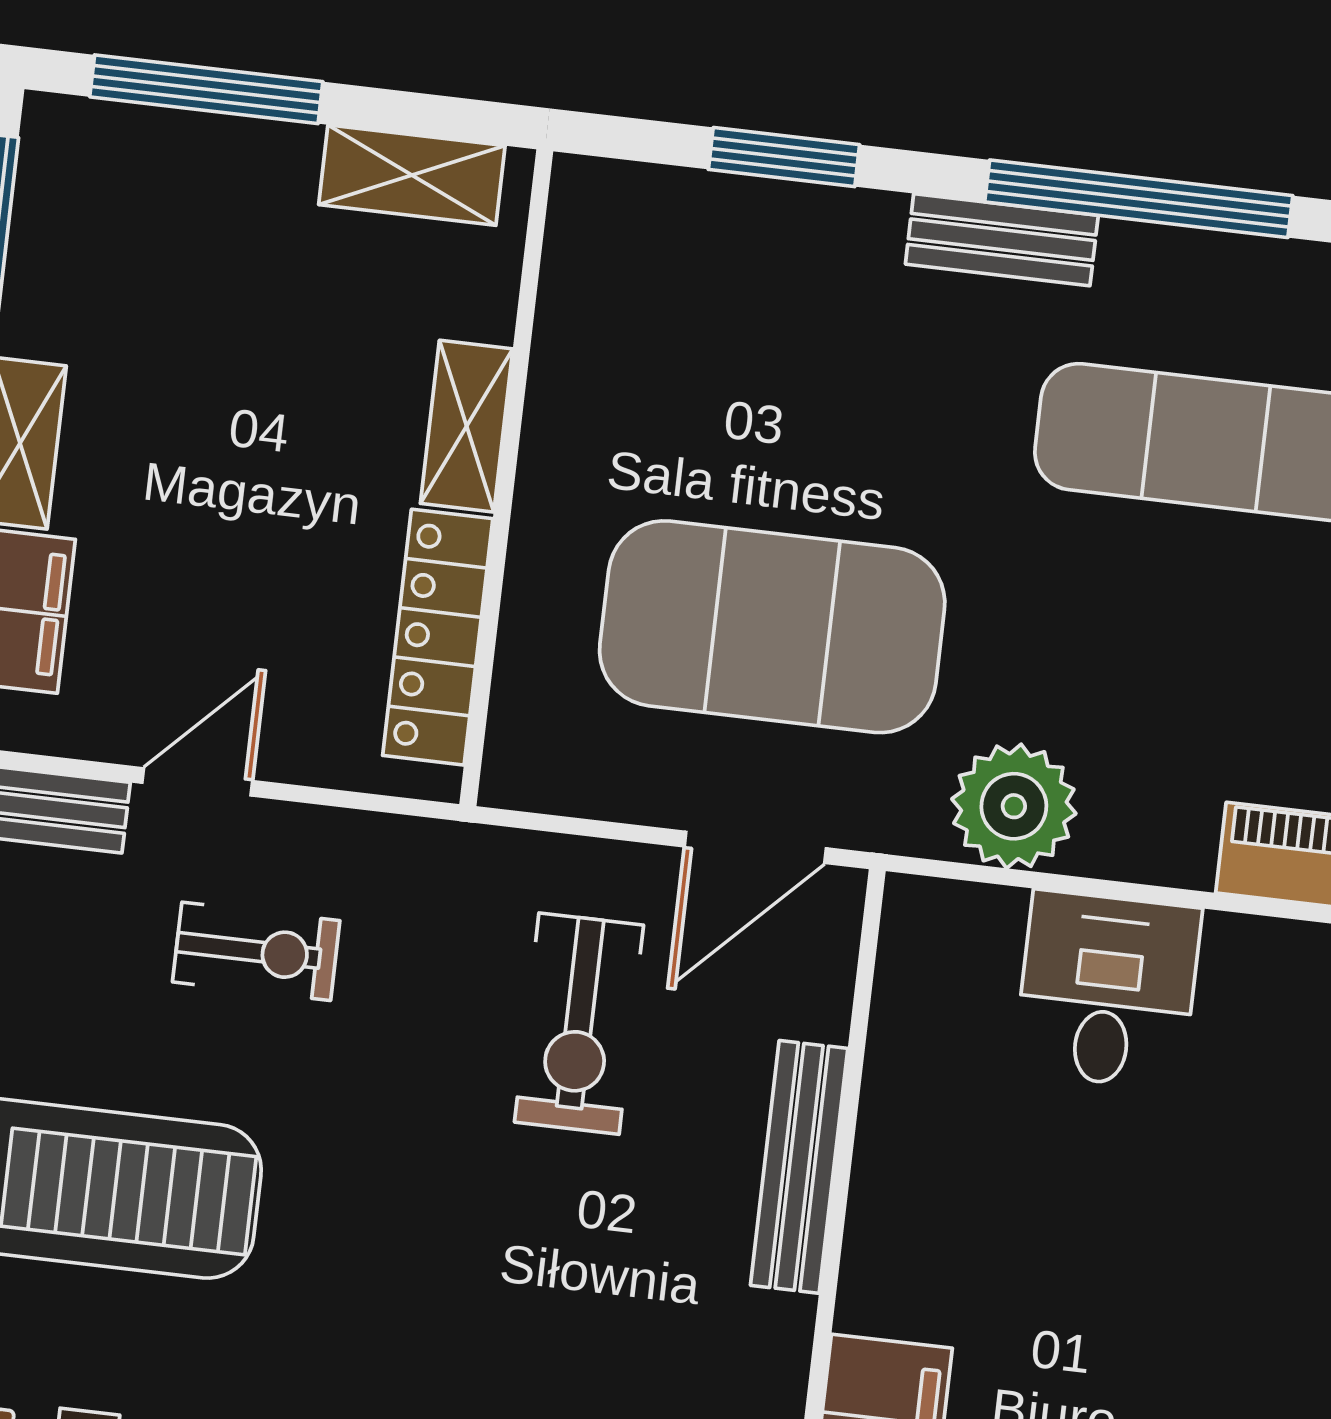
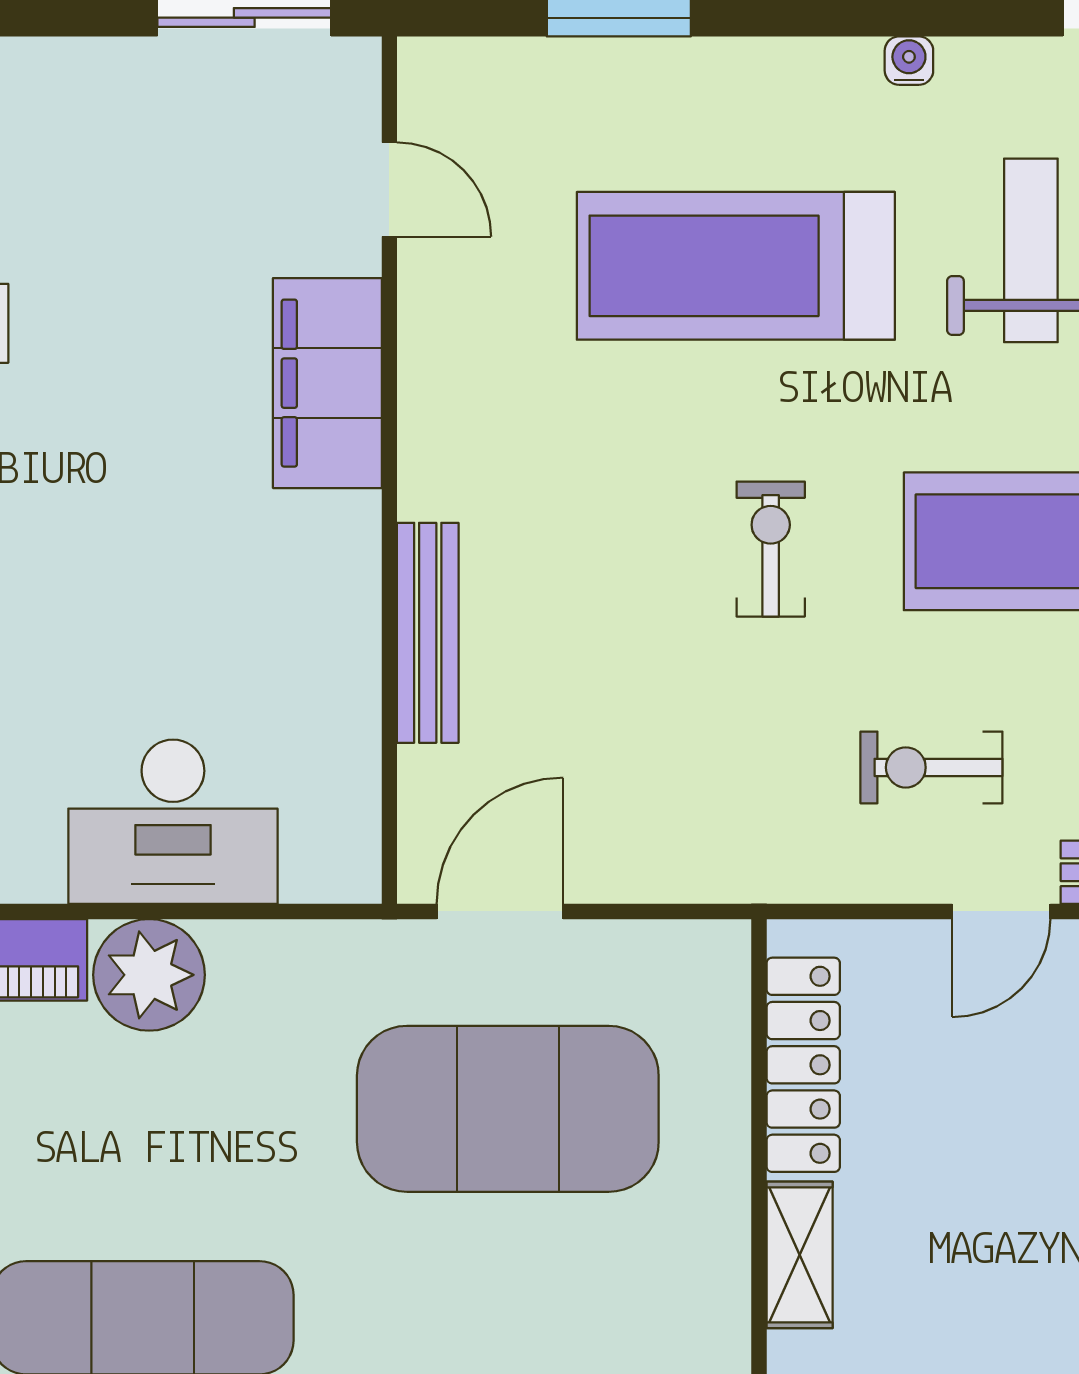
plant: (1014, 806) -> (149, 975), moved
desk: (1107, 990) -> (173, 822), width x1.37
exercise bike: (579, 1024) -> (771, 549), moved, width x0.73, depth x0.72

